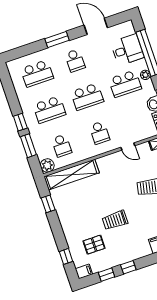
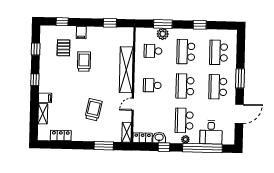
school desk: (75, 61) -> (218, 87), width x1.85
window: (20, 122) -> (200, 25), moved
plant: (47, 165) -> (163, 34), moved
shelving: (72, 175) -> (126, 70), moved
trolley: (115, 220) -> (84, 61), moved
window: (128, 267) -> (35, 80), moved
filing cabinet: (84, 271) -> (81, 33), moved

